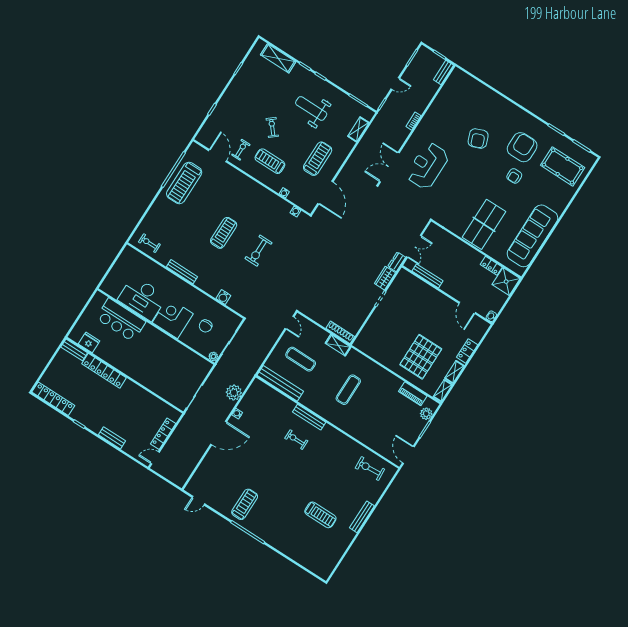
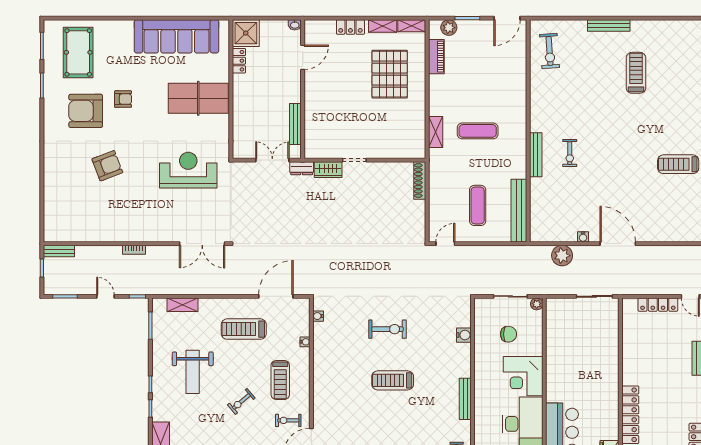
reception desk: (427, 166) -> (188, 170), moved, turned 180
shelving: (338, 345) -> (436, 132), moved
pallet: (421, 357) -> (390, 74), turned 90

